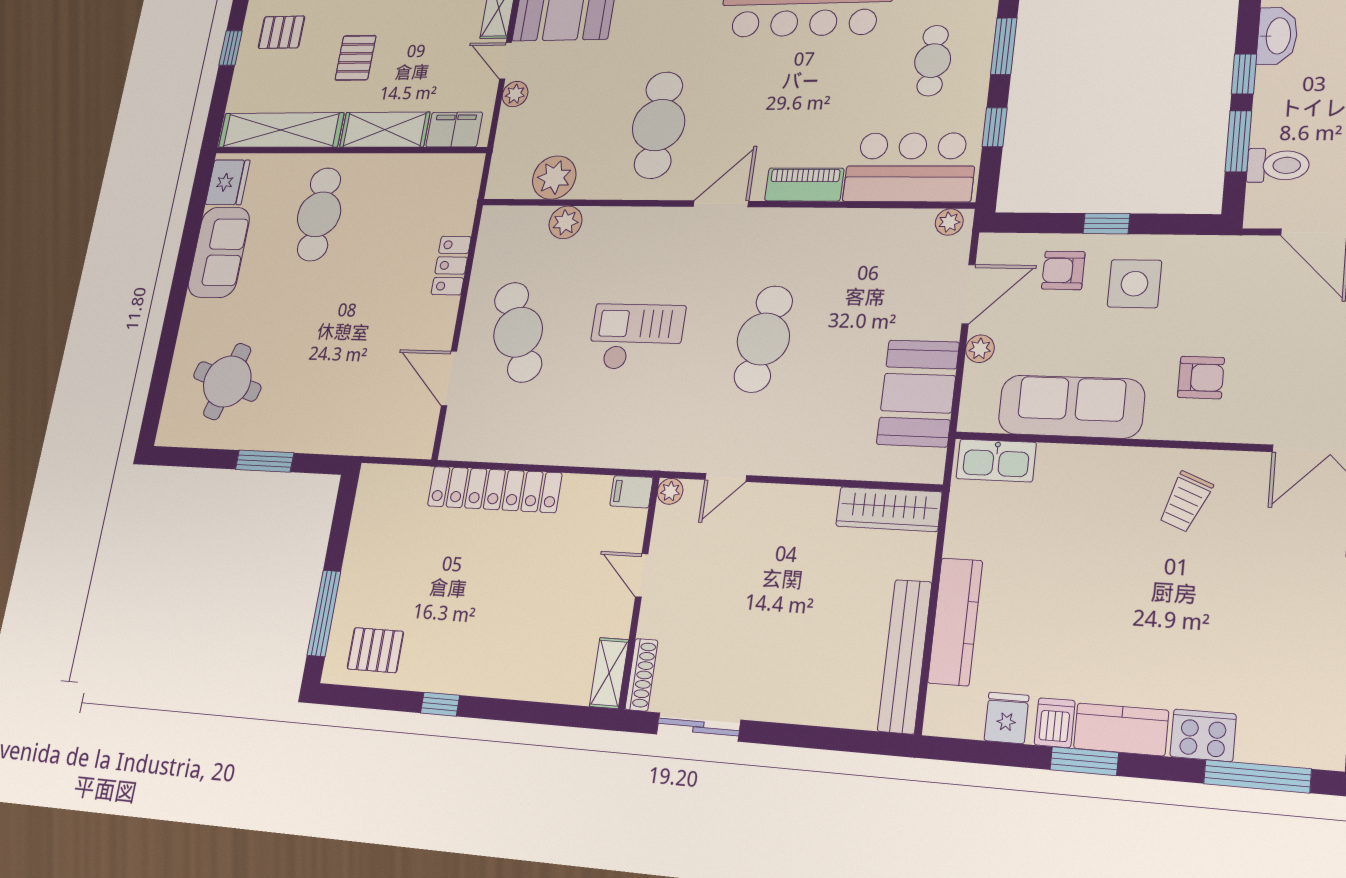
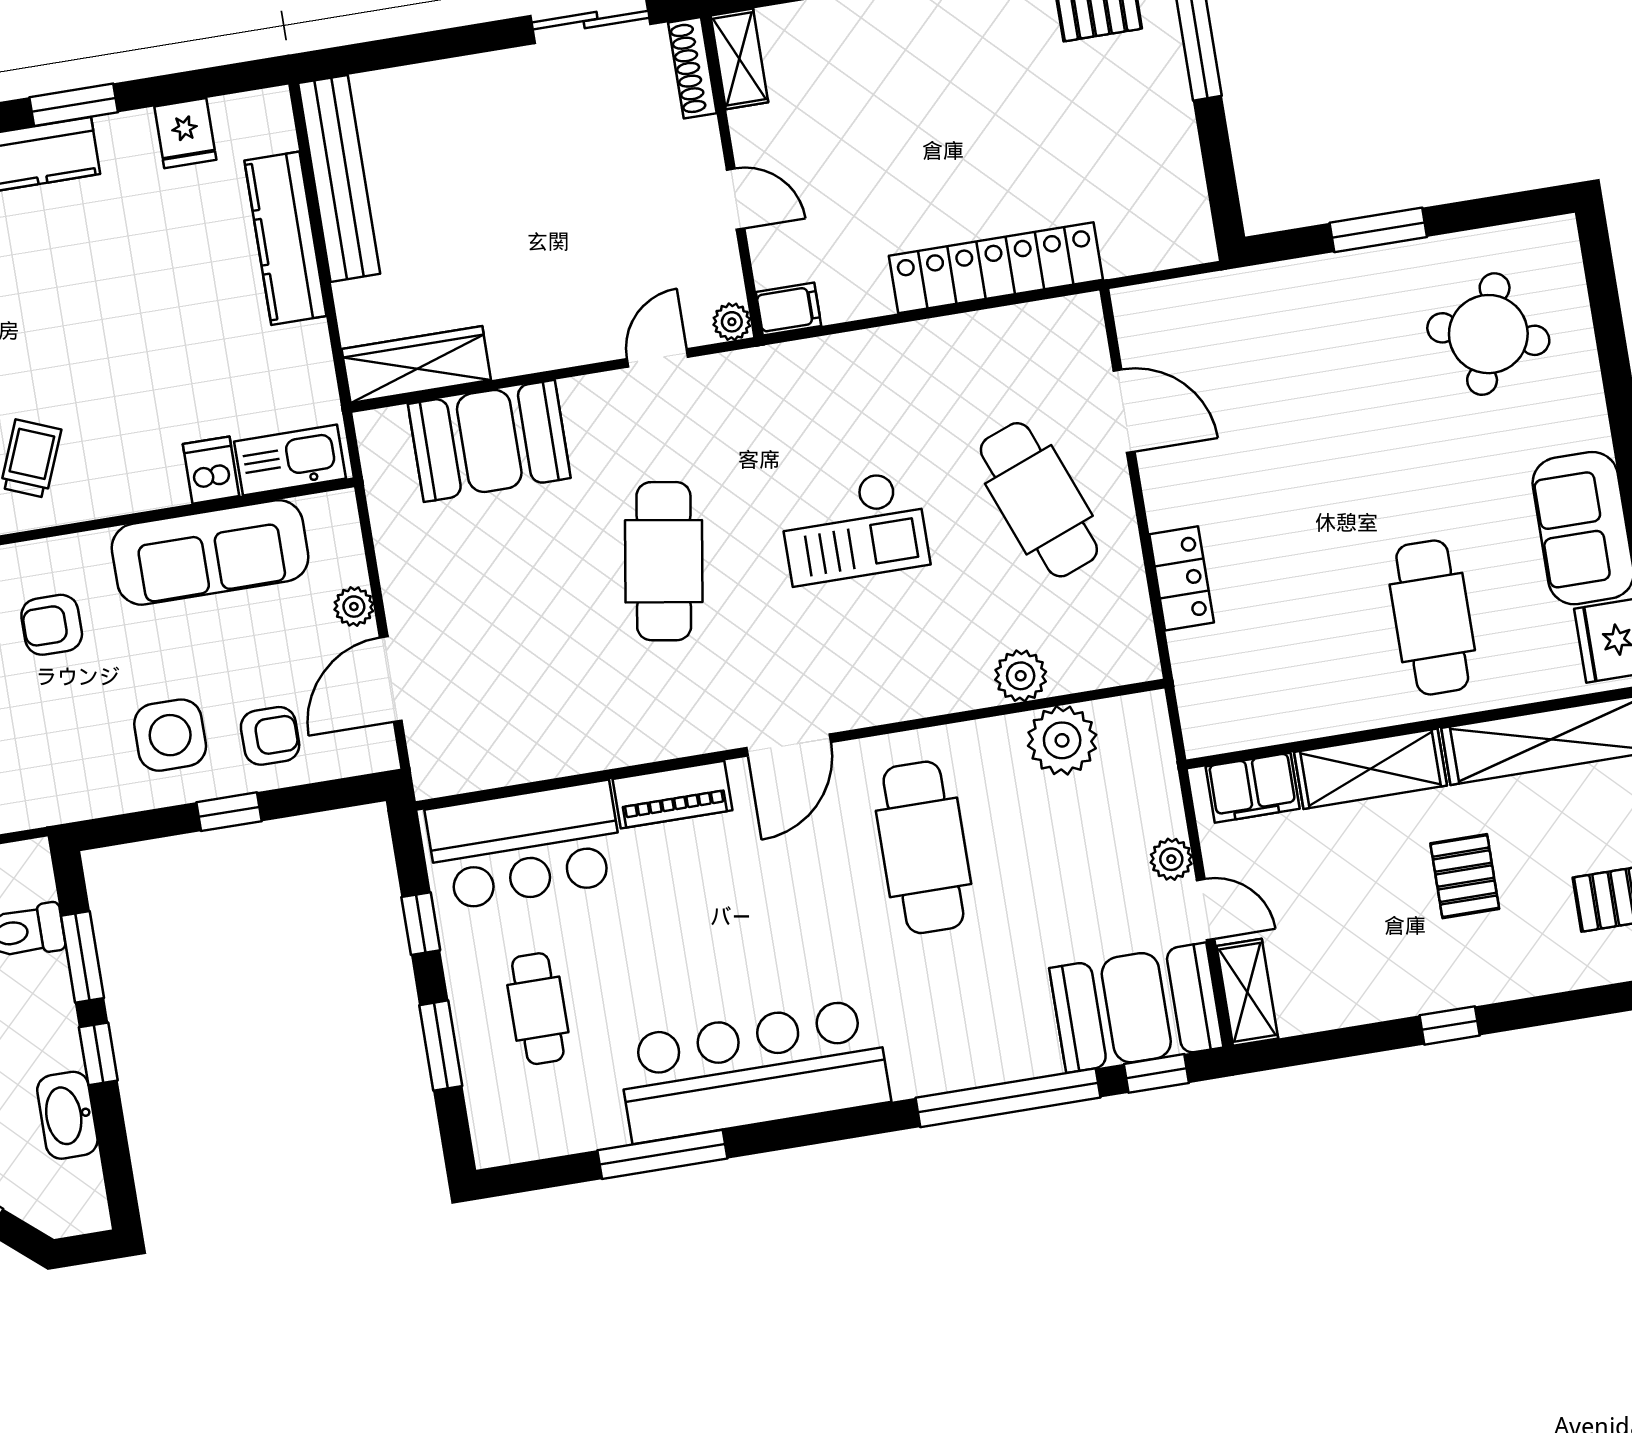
plant: (949, 222) -> (447, 776), removed
booth: (918, 393) -> (489, 441), moved, turned 90
dishwasher: (1055, 723) -> (211, 470), moved, turned 180

